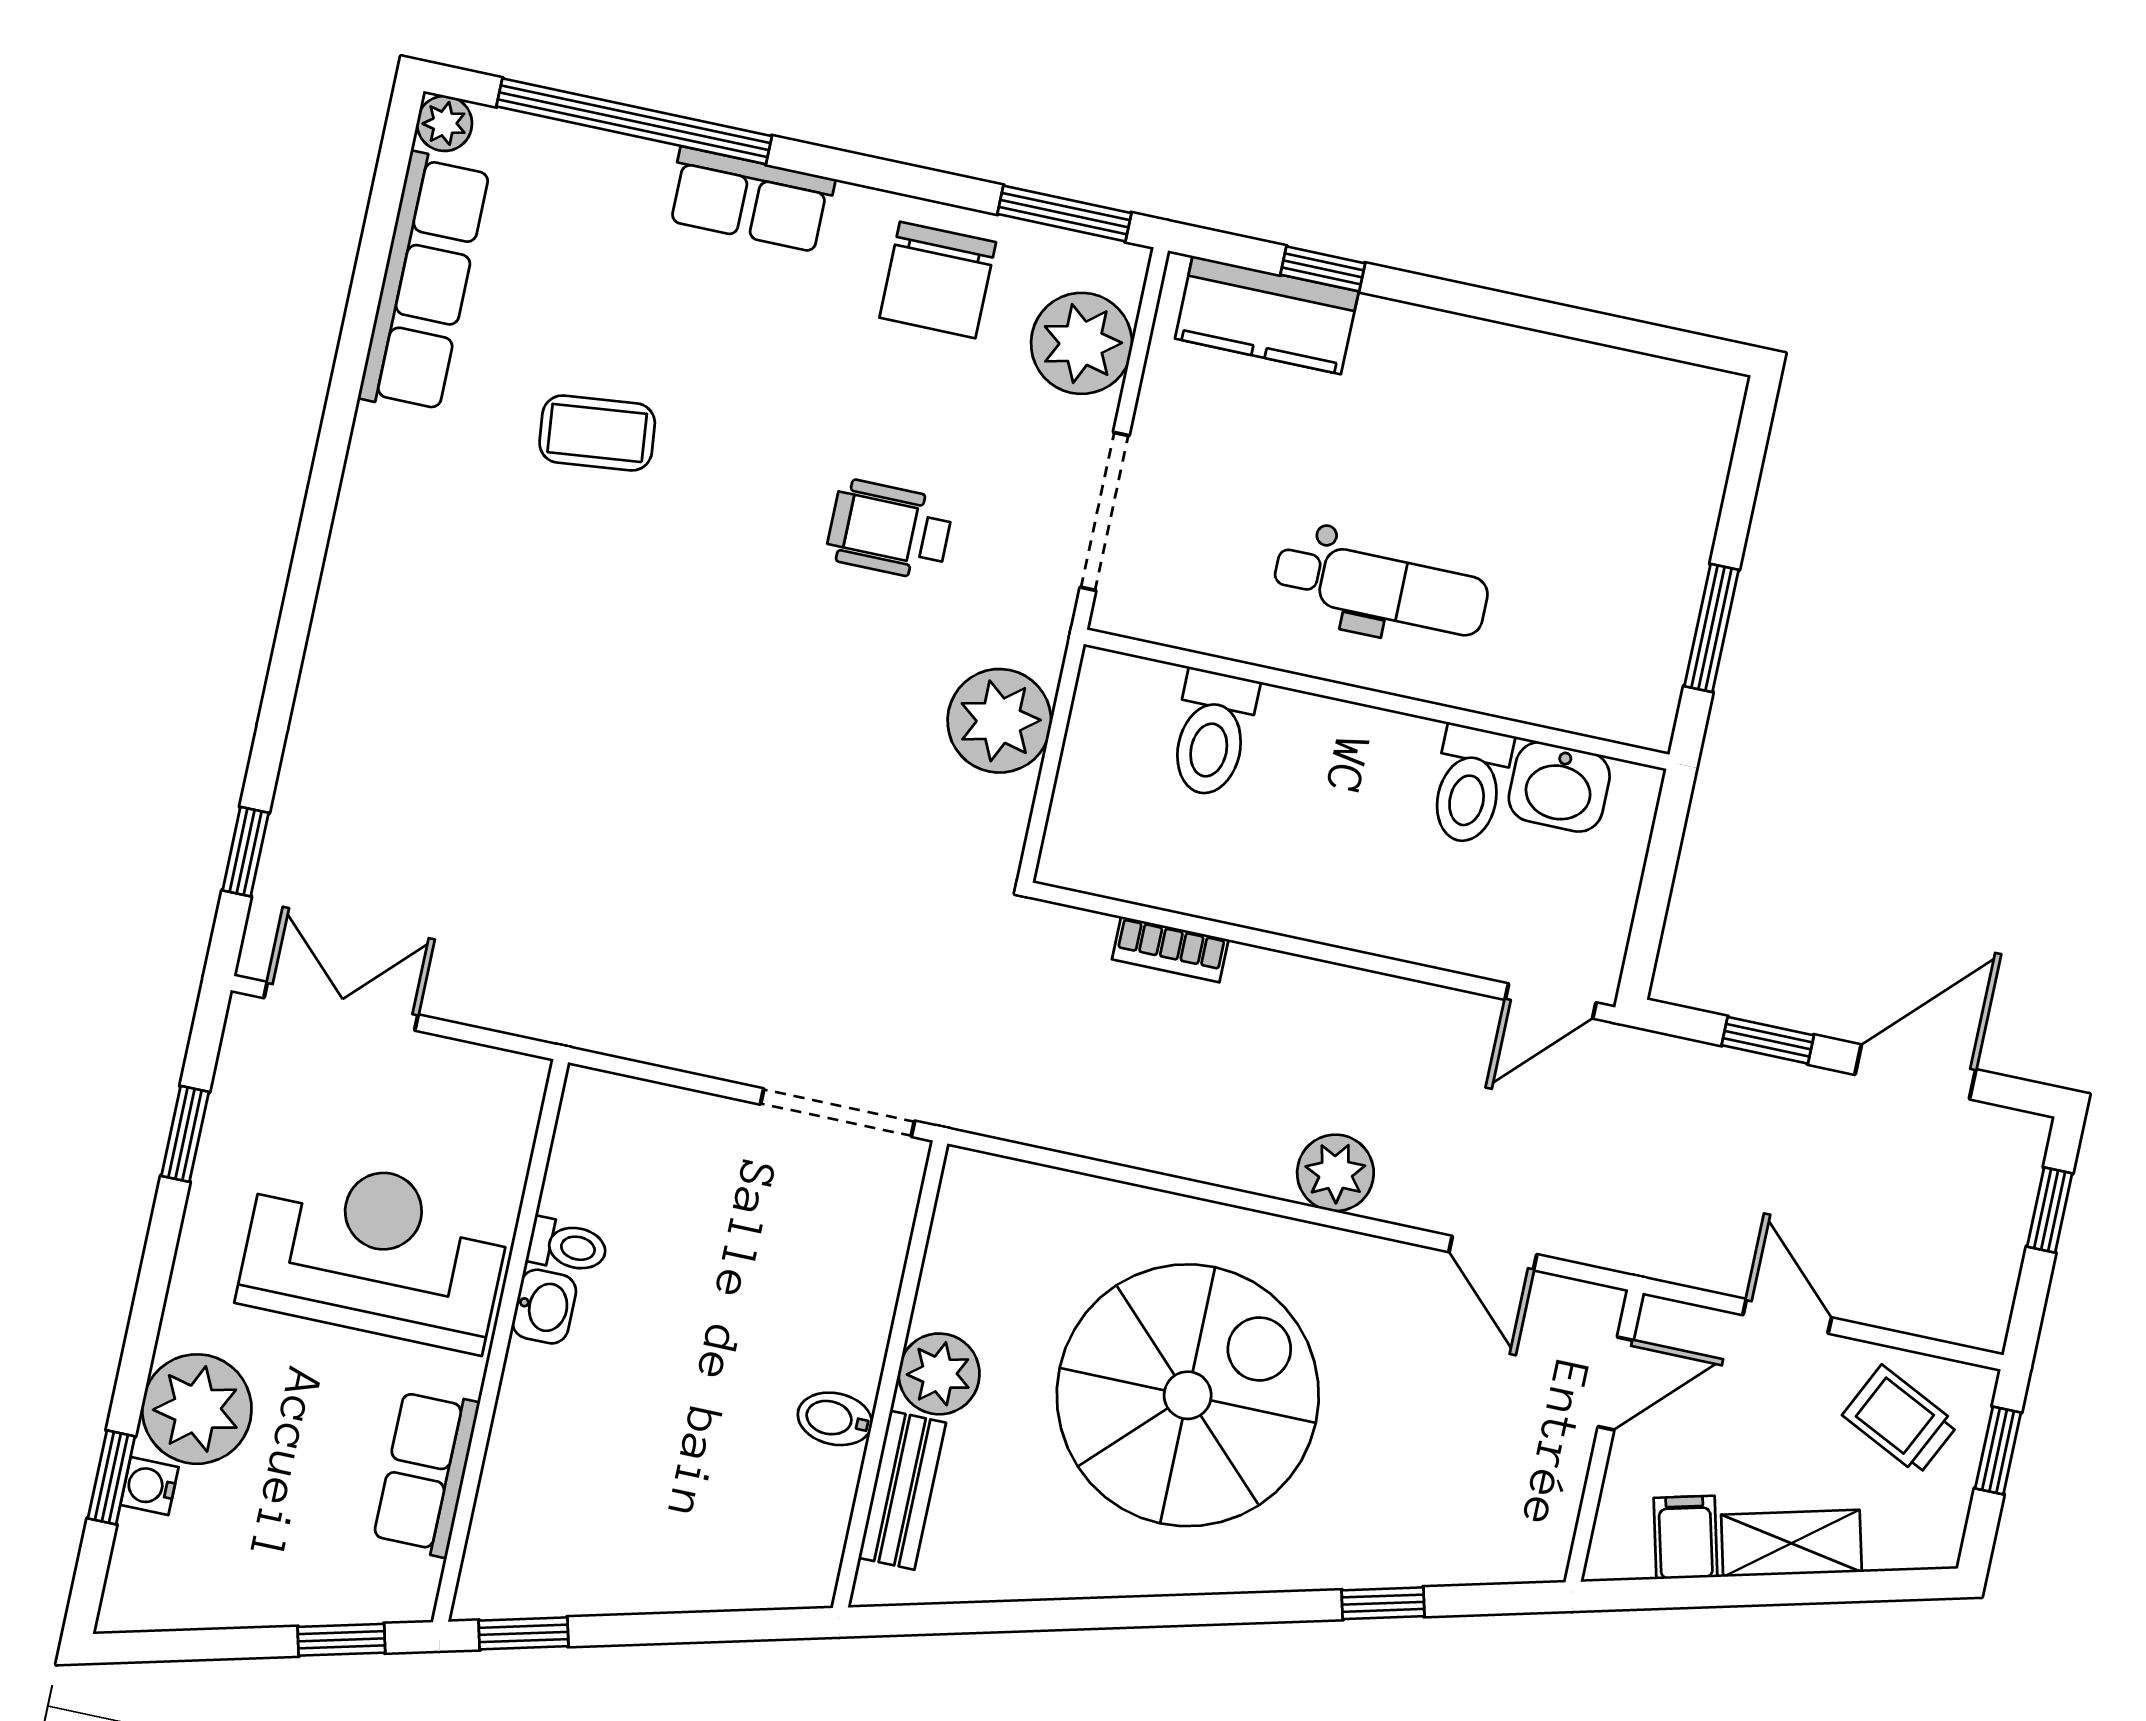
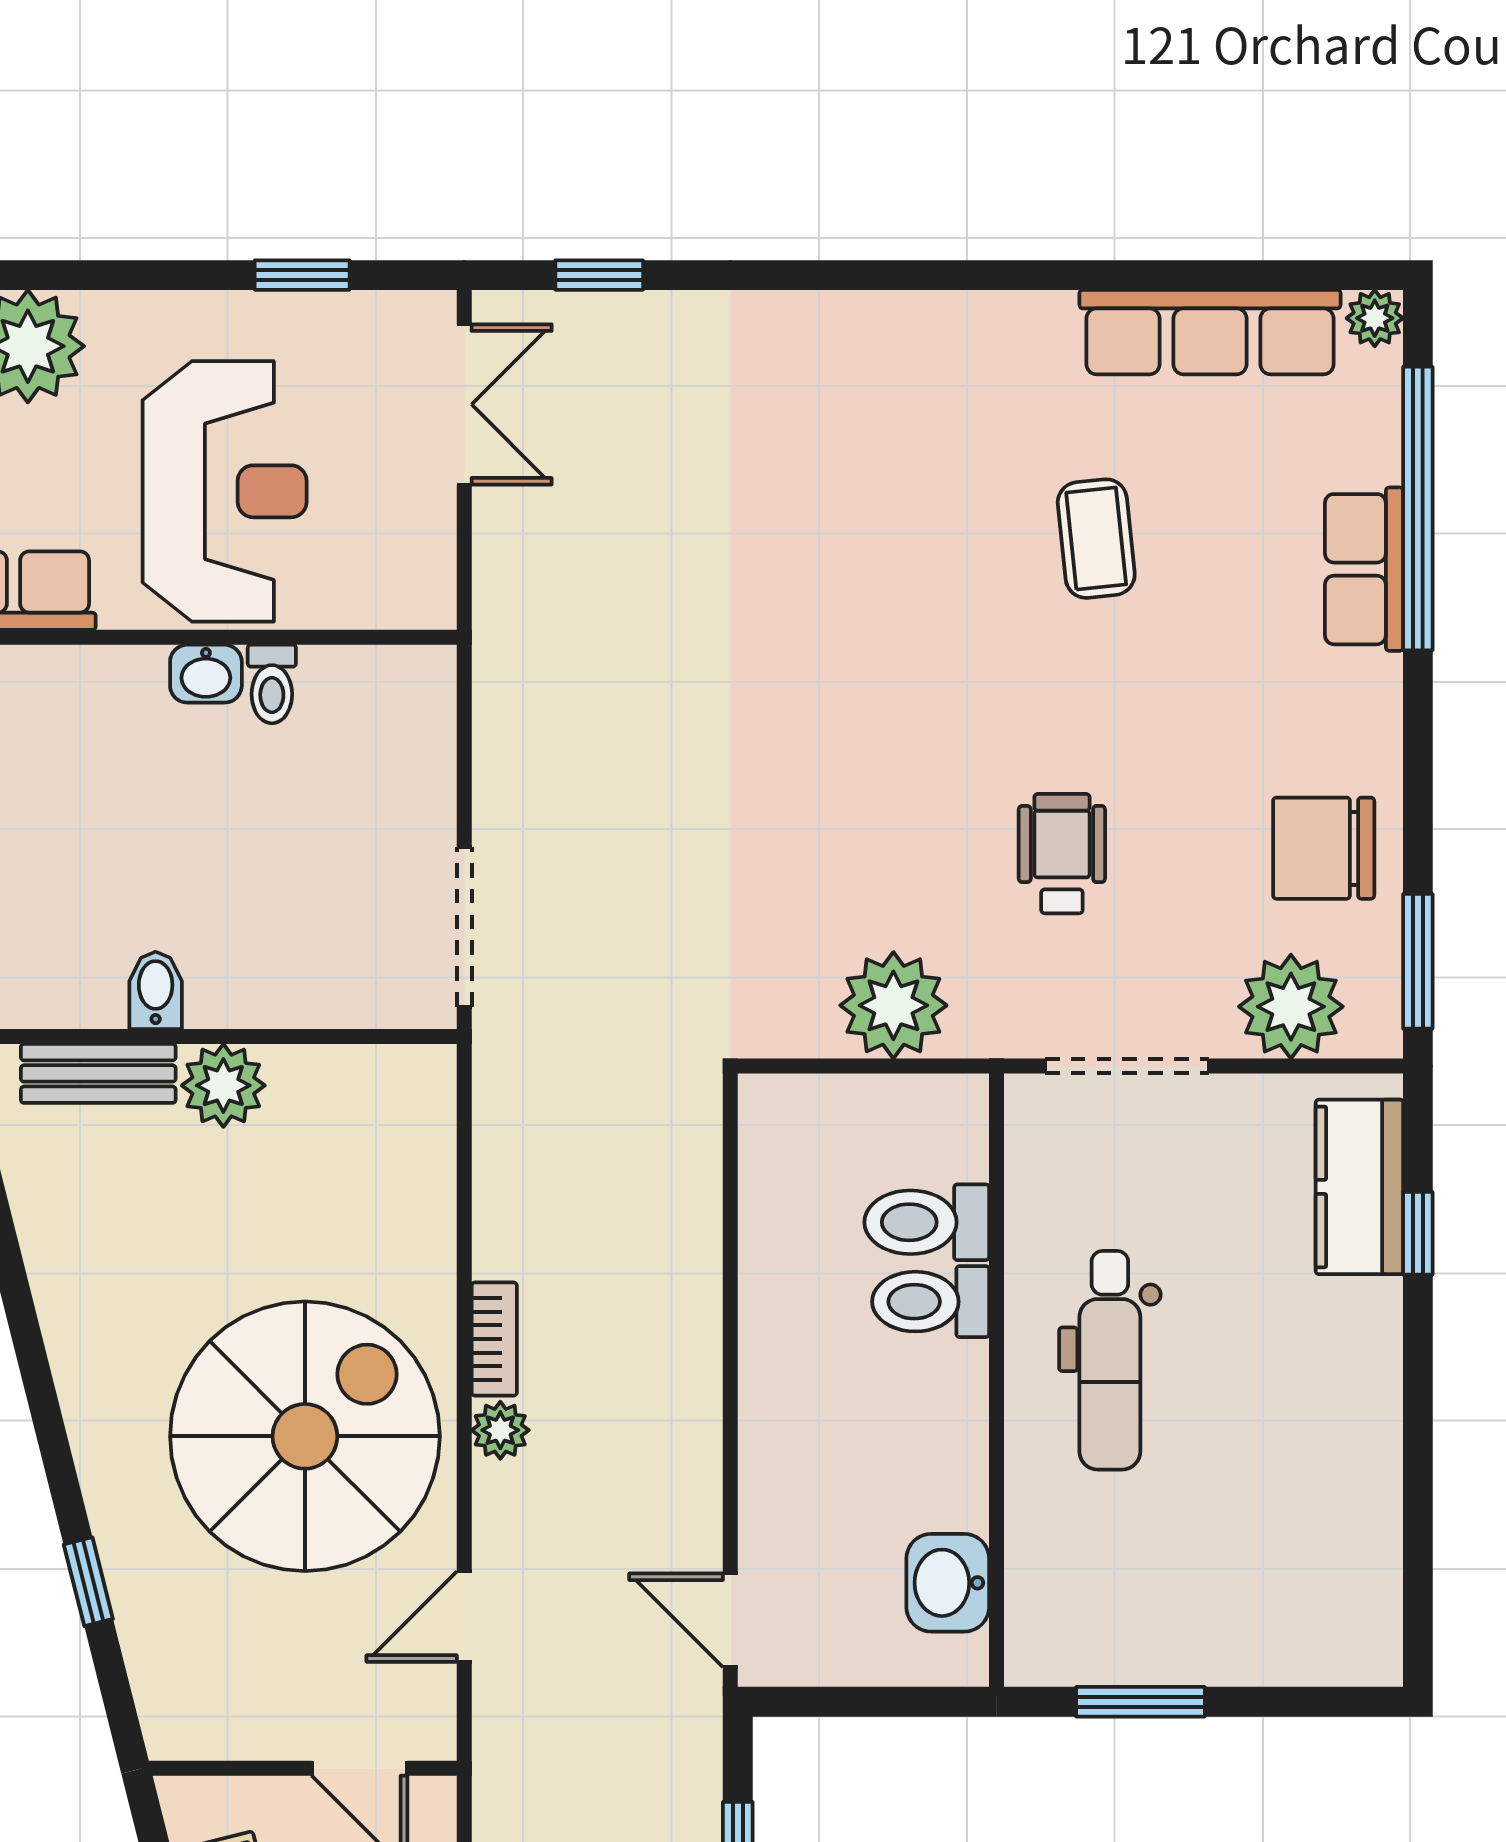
row of seats: (750, 200) -> (1364, 569), moved
toilet: (1470, 785) -> (931, 1302), moved
bookcase: (1170, 949) -> (494, 1339), moved, turned 180
plant: (1335, 1173) -> (500, 1430), width x0.73, depth x0.73
spiral stairs: (1188, 1395) -> (305, 1436), moved, turned -90

